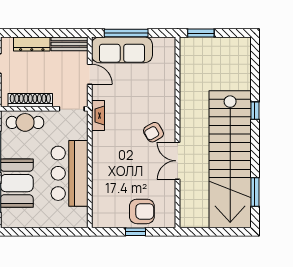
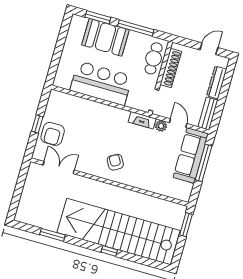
door: (90, 74) -> (178, 123), swing flipped
plant: (98, 93) -> (161, 126), added
stairs: (230, 159) -> (119, 231), moved
double door: (178, 161) -> (59, 168), moved
window: (255, 192) -> (52, 235), moved

